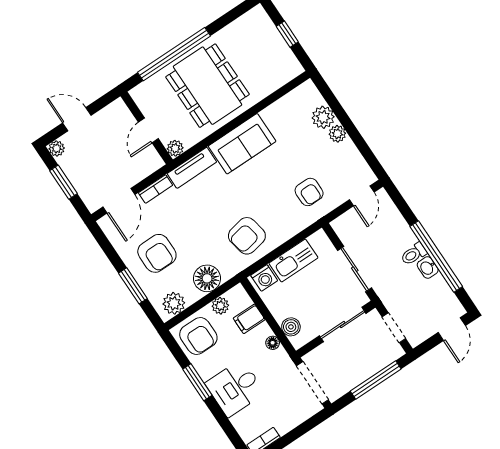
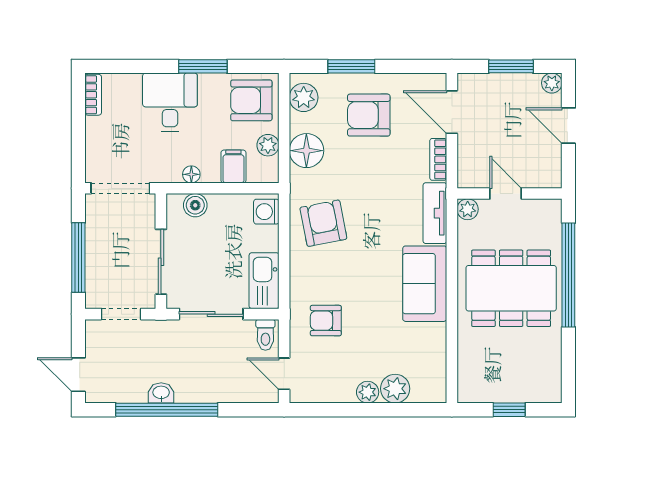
door: (77, 119) -> (568, 126), swing flipped
toilet: (414, 254) -> (265, 335), moved, turned 180
kitchen sink: (293, 260) -> (264, 281), moved

